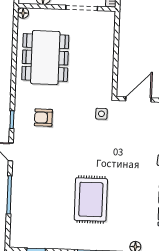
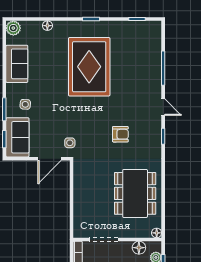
side table: (101, 114) -> (70, 143), moved
armchair: (43, 118) -> (120, 134), moved
rug: (91, 199) -> (89, 67), width x1.37, depth x1.44

